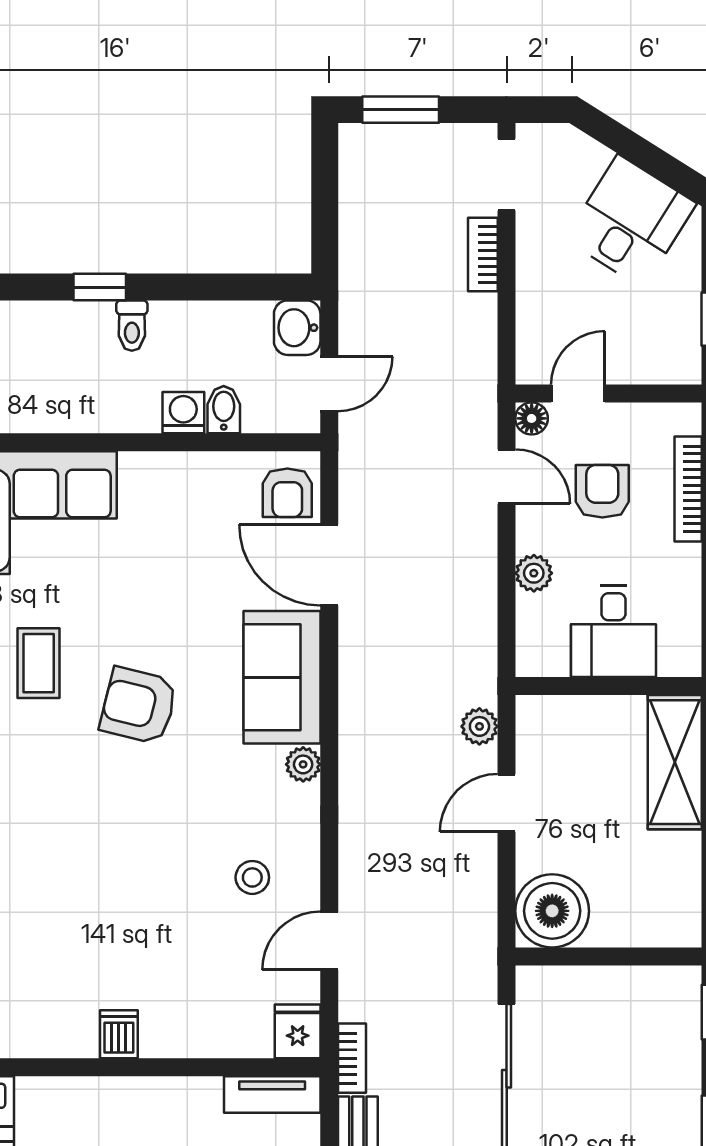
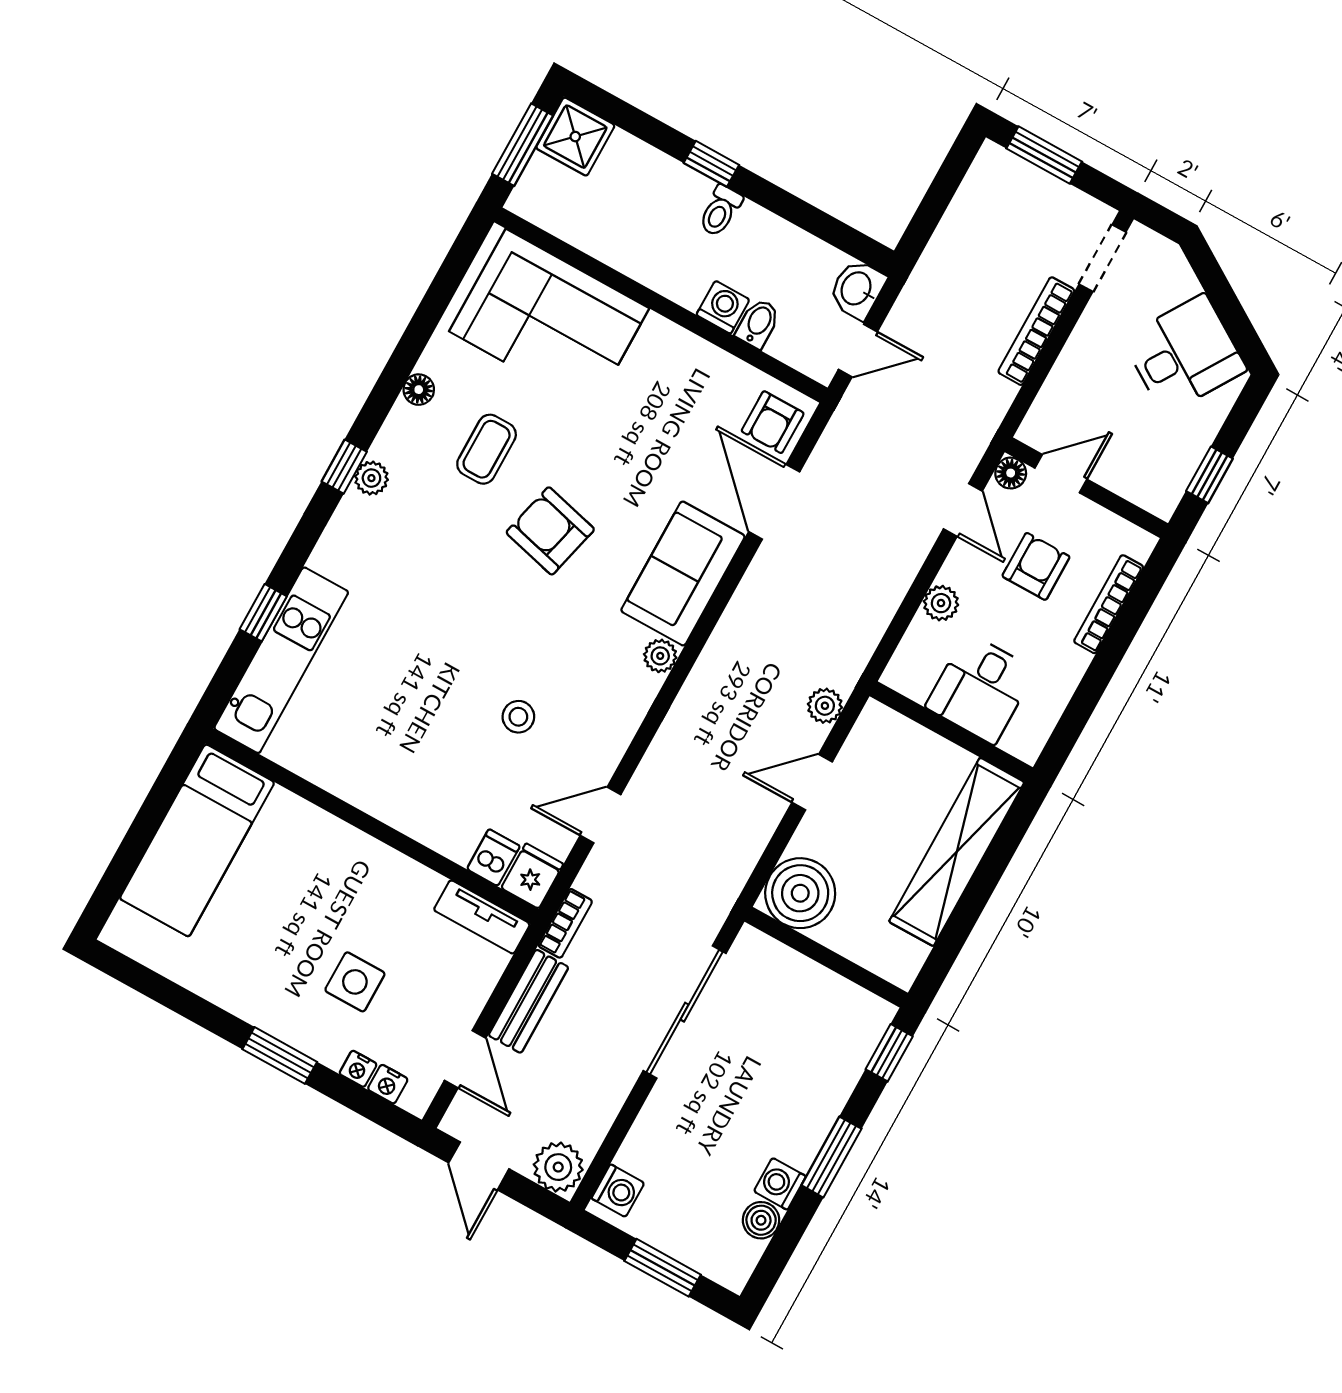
bookcase: (483, 254) -> (1036, 331), width x1.56
shelving: (675, 762) -> (957, 852), width x1.47
stool: (252, 877) -> (518, 717), moved
dishwasher: (119, 1034) -> (493, 858), moved

